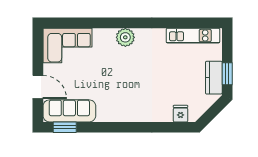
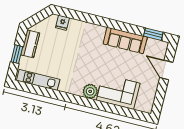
corner sofa: (67, 45) -> (118, 92), moved
window: (227, 74) -> (17, 54), moved
sofa: (69, 111) -> (125, 40), moved

